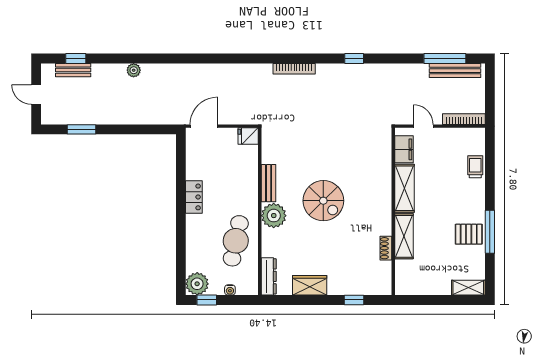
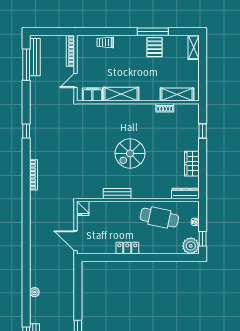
spiral stairs: (323, 201) -> (130, 153), turned 180
plant: (274, 216) -> (141, 190), removed
shelving: (404, 236) -> (177, 95), moved

